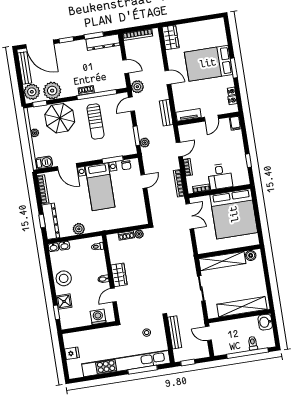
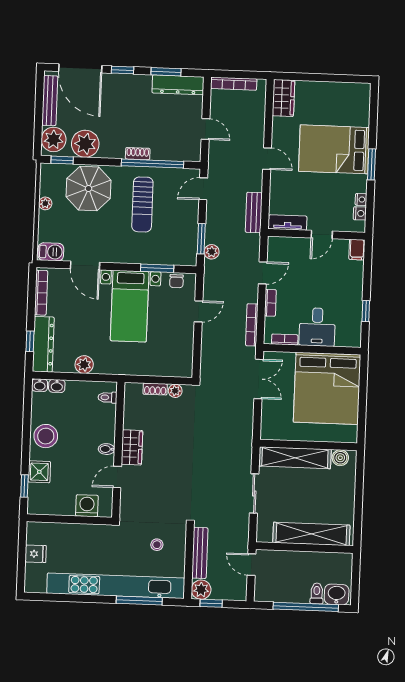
plant: (137, 87) -> (201, 590), moved
washbasin: (265, 322) -> (337, 594), moved, turned 90

